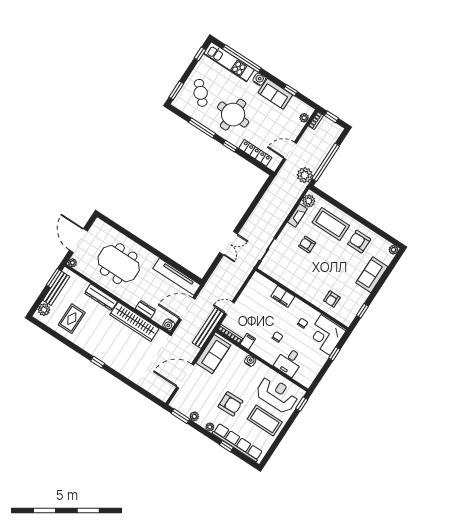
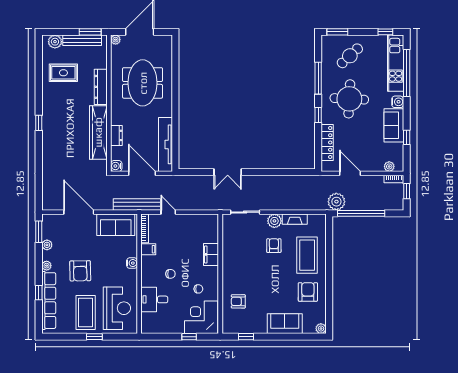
plant: (309, 201) -> (274, 221), moved
window: (302, 404) -> (94, 337), moved

